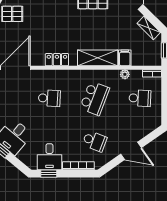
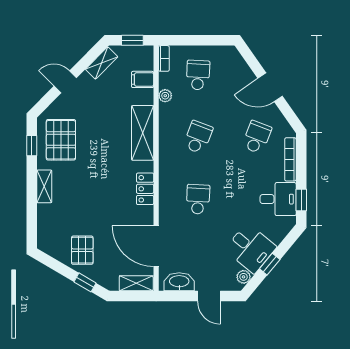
filing cabinet: (125, 58) -> (143, 79), moved
school desk: (95, 98) -> (198, 137), width x0.54
door: (131, 151) -> (270, 87), swing flipped

